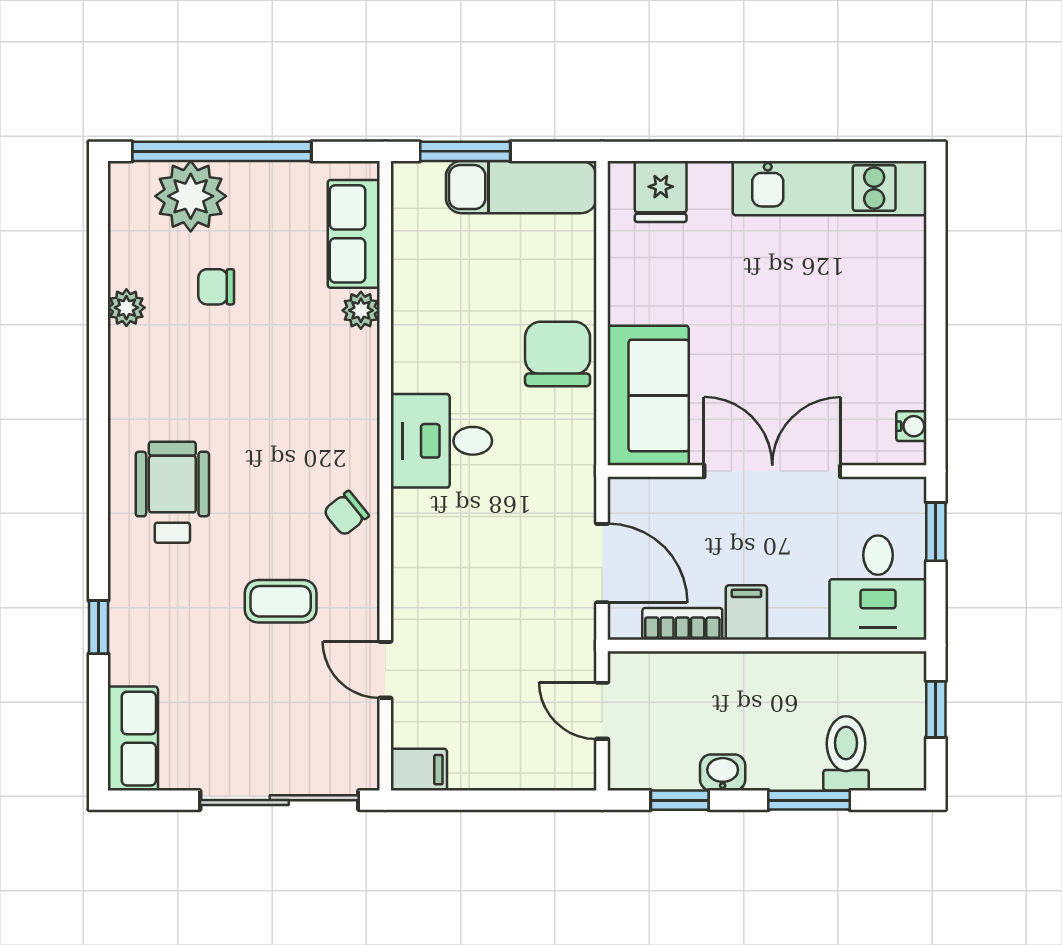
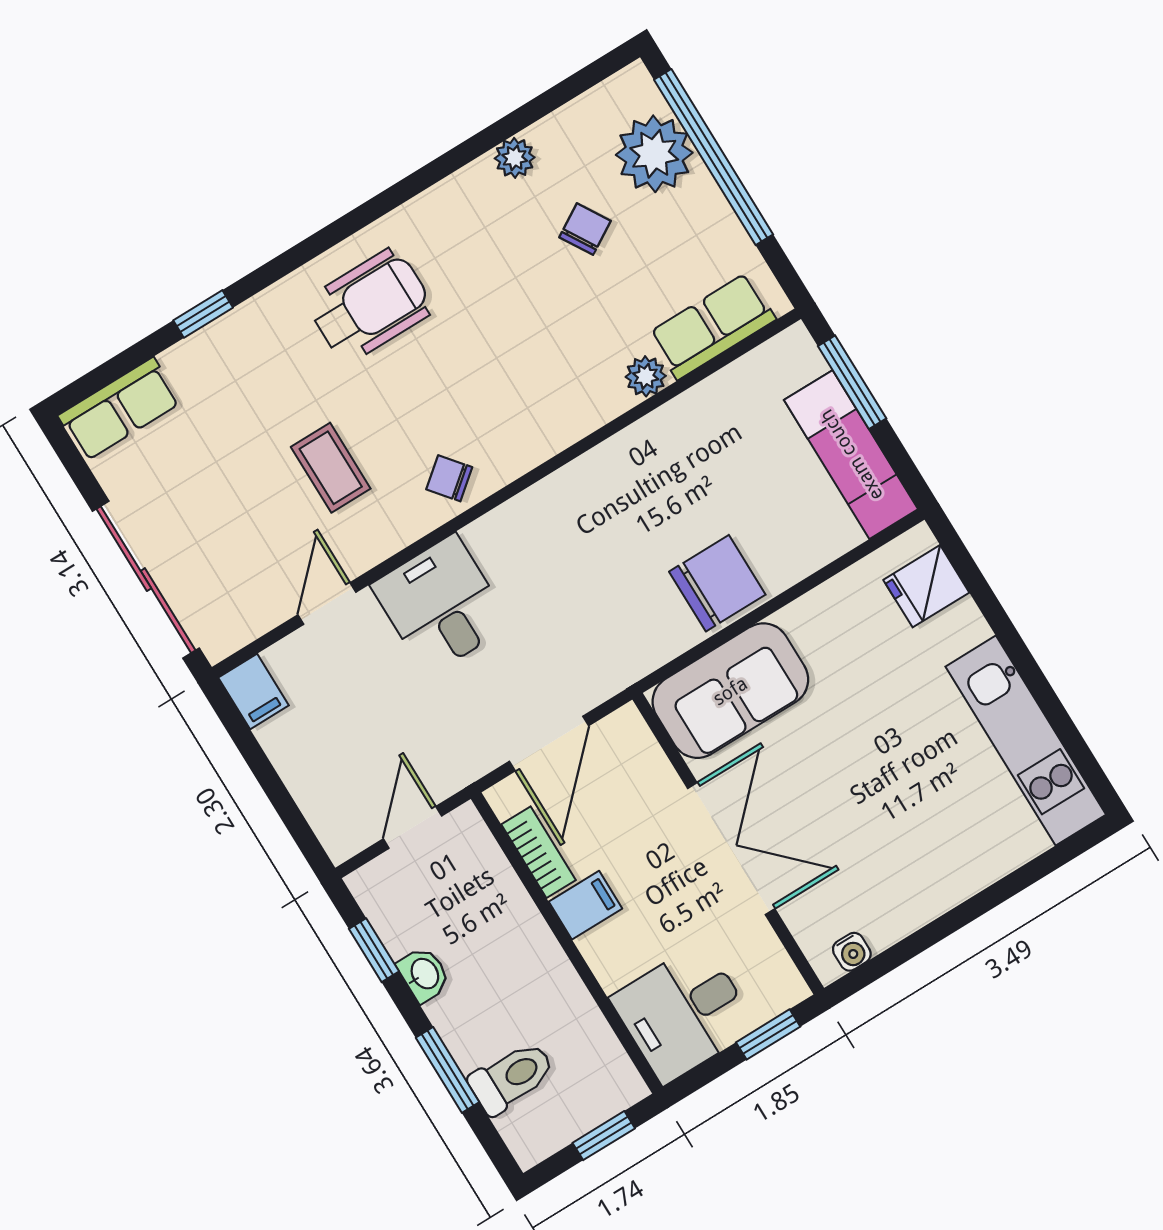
chair: (216, 287) -> (585, 229), turned 59
desk: (441, 441) -> (441, 605), moved

